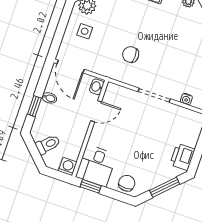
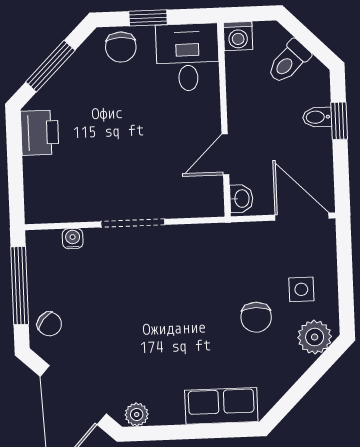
chair: (131, 55) -> (256, 317), moved, turned 90
bidet: (49, 98) -> (317, 117), moved
window: (91, 186) -> (148, 18), moved

